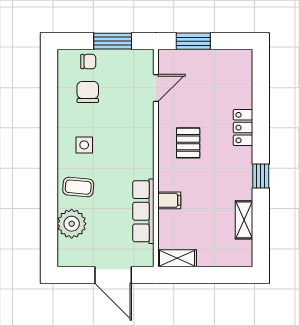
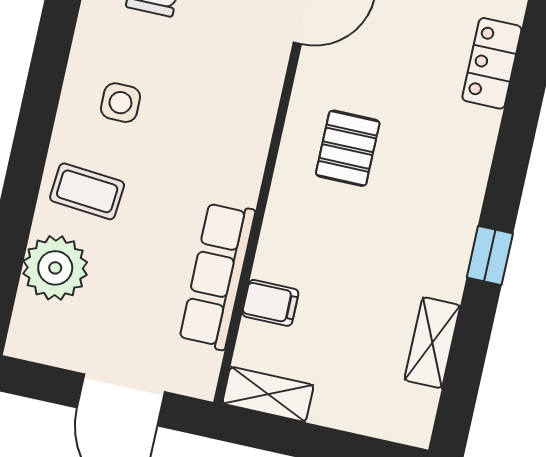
locker: (243, 128) -> (492, 63), moved
filing cabinet: (169, 200) -> (270, 303), moved

